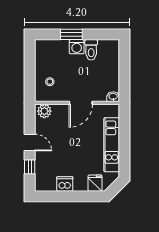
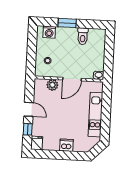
washing machine: (77, 47) -> (49, 32), moved
plant: (44, 111) -> (52, 85), moved
fridge: (95, 183) -> (37, 143), moved
dishwasher: (65, 184) -> (66, 145), moved

